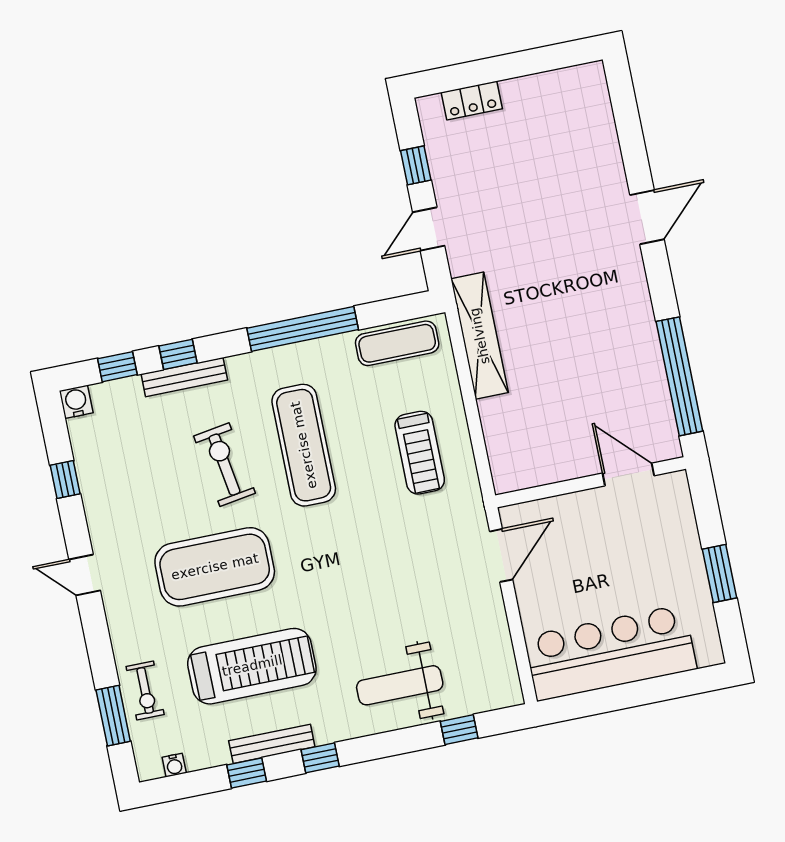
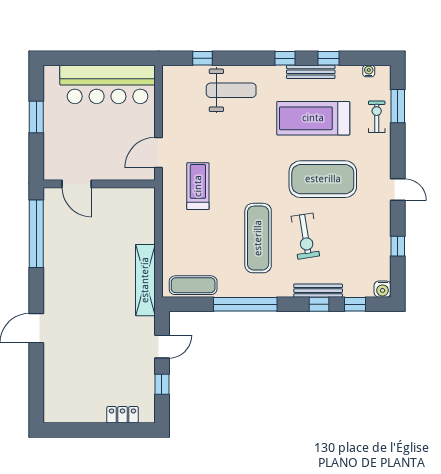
treadmill: (420, 453) -> (198, 186), moved

